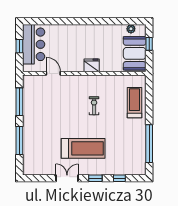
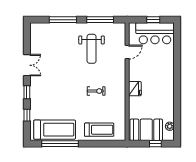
weight bench: (50, 111) -> (92, 49), added
treadmill: (83, 148) -> (55, 130), moved, turned -90

